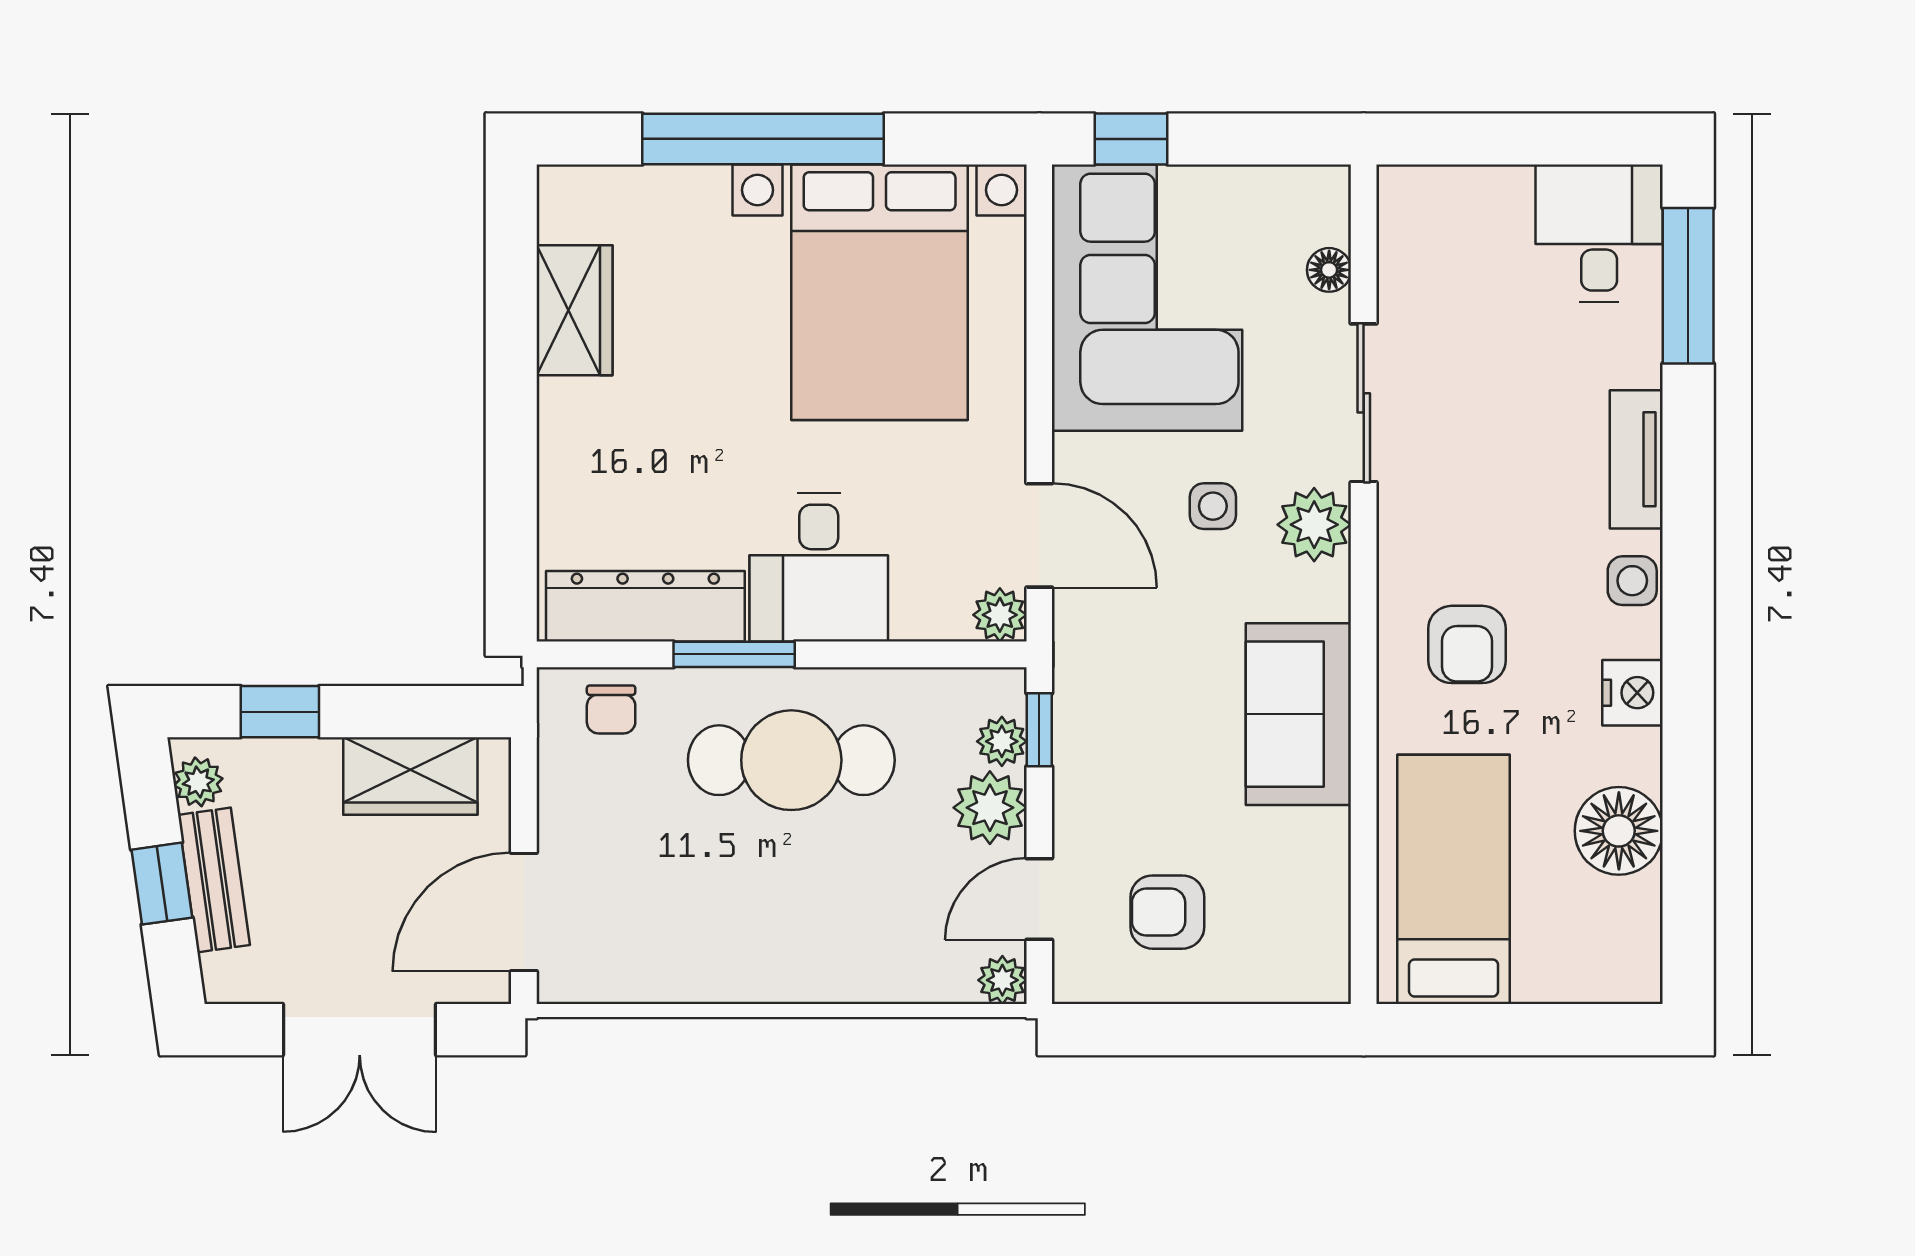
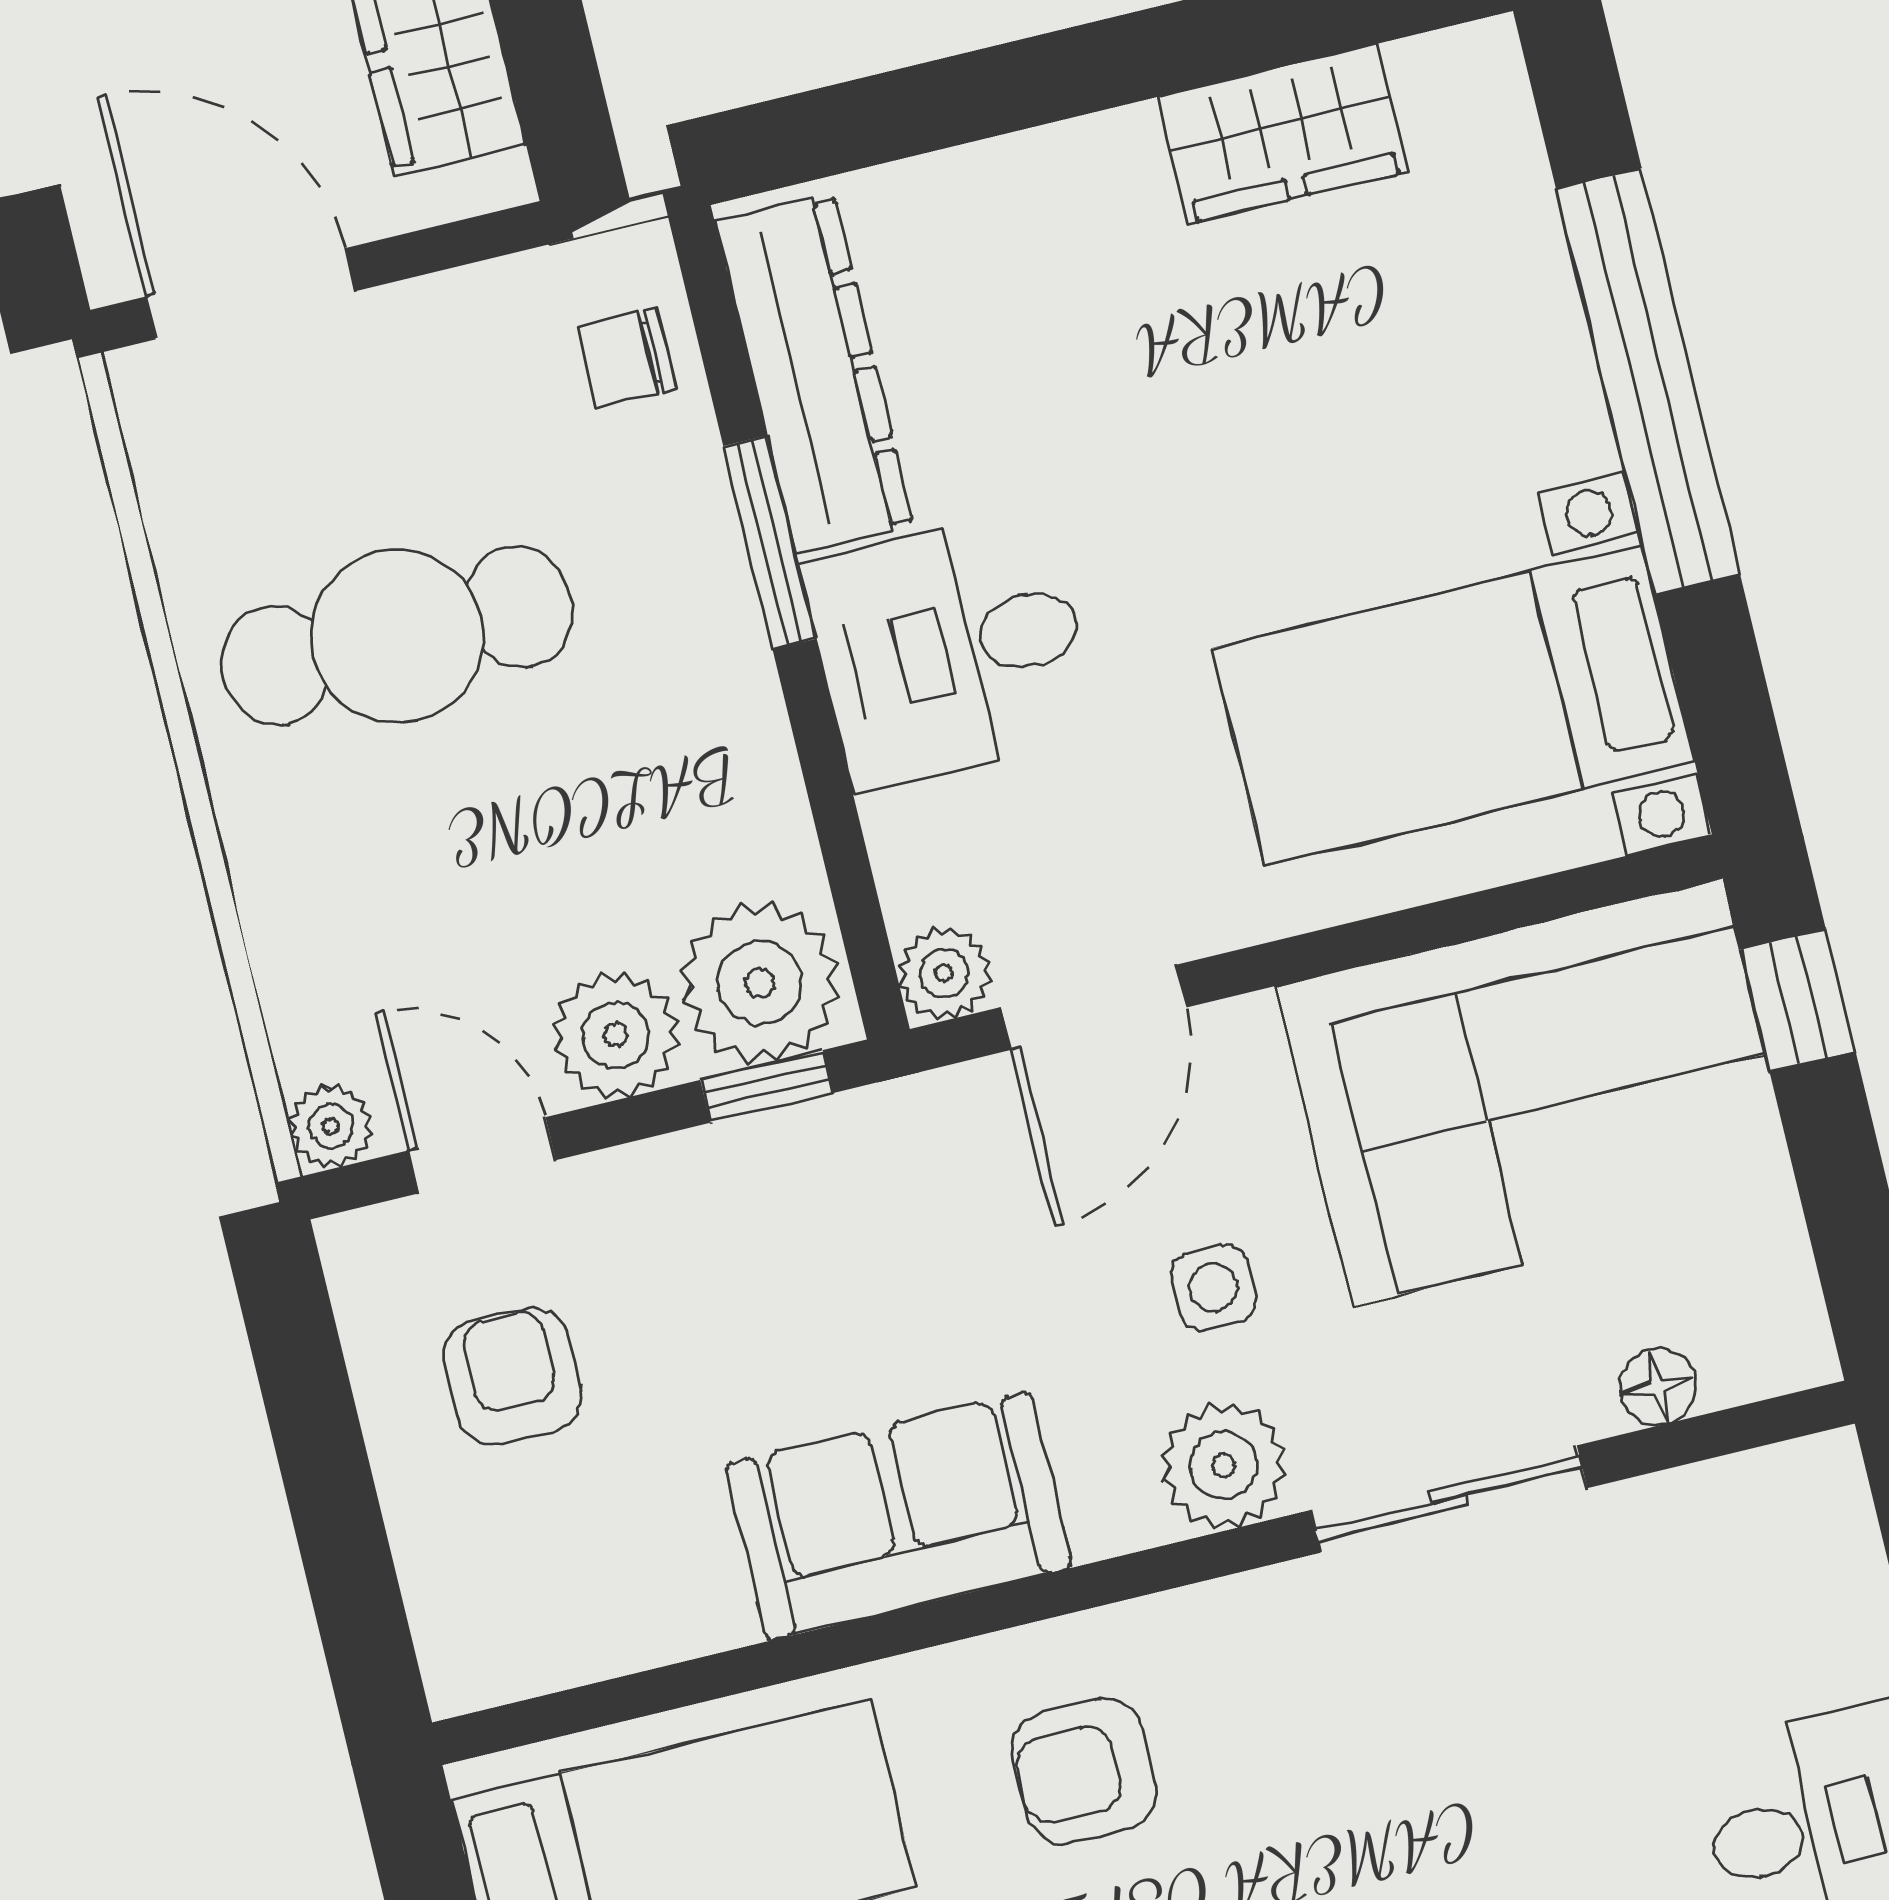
bed with nightstands: (880, 292) -> (1453, 705), width x0.73
plant: (1002, 741) -> (760, 983), width x1.87, depth x1.87
cafe table: (791, 760) -> (397, 636), moved, turned 90

